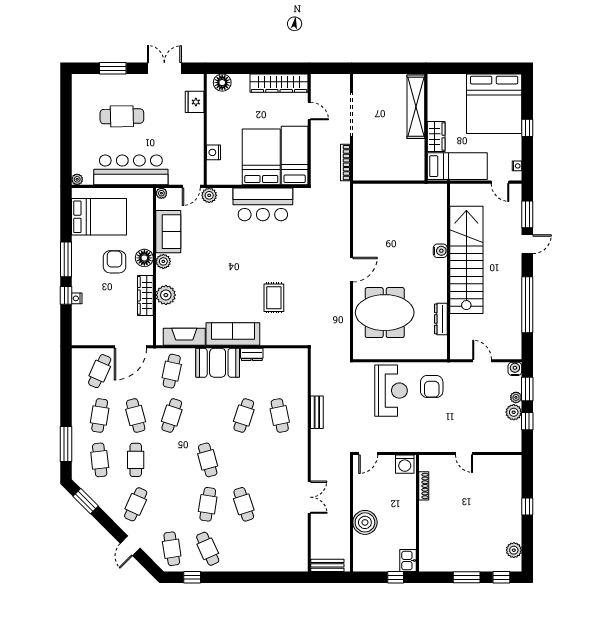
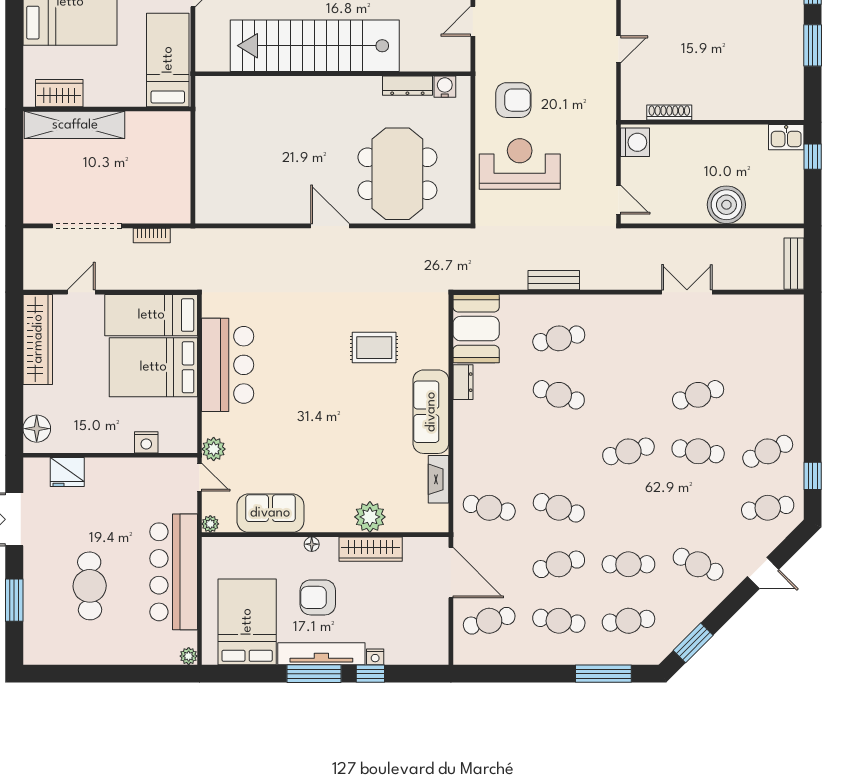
wardrobe: (436, 137) -> (59, 93), moved
bookcase: (345, 163) -> (152, 236), width x0.64
water cooler: (440, 251) -> (445, 87), moved
floor lamp: (144, 258) -> (312, 544), width x0.53, depth x0.53
plant: (163, 261) -> (317, 521), removed
tv unit: (79, 264) -> (321, 654), added
fireplace: (184, 337) -> (438, 479), width x0.73, depth x0.76
booth: (218, 363) -> (476, 329), moved
cafe table: (100, 371) -> (489, 621), turned -39

